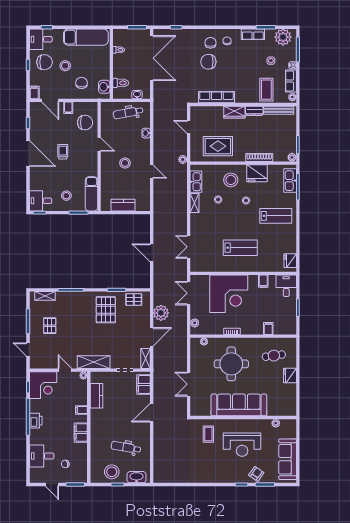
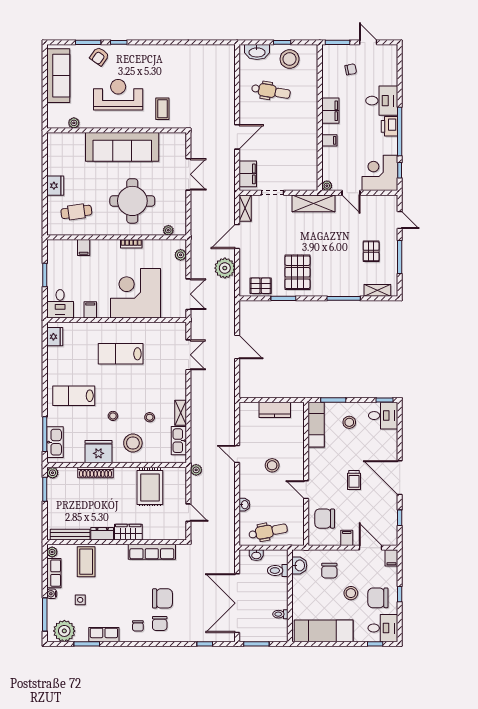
rug: (218, 146) -> (150, 487), turned 90
kitchen counter: (96, 396) -> (310, 159), removed
desk: (42, 456) -> (382, 101), moved

